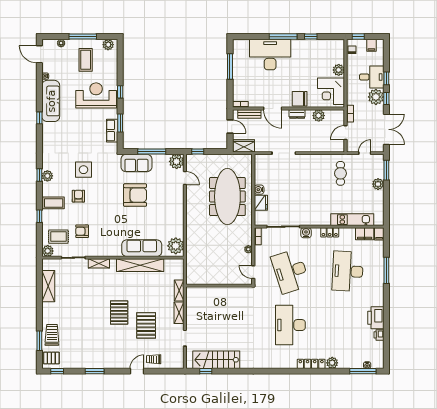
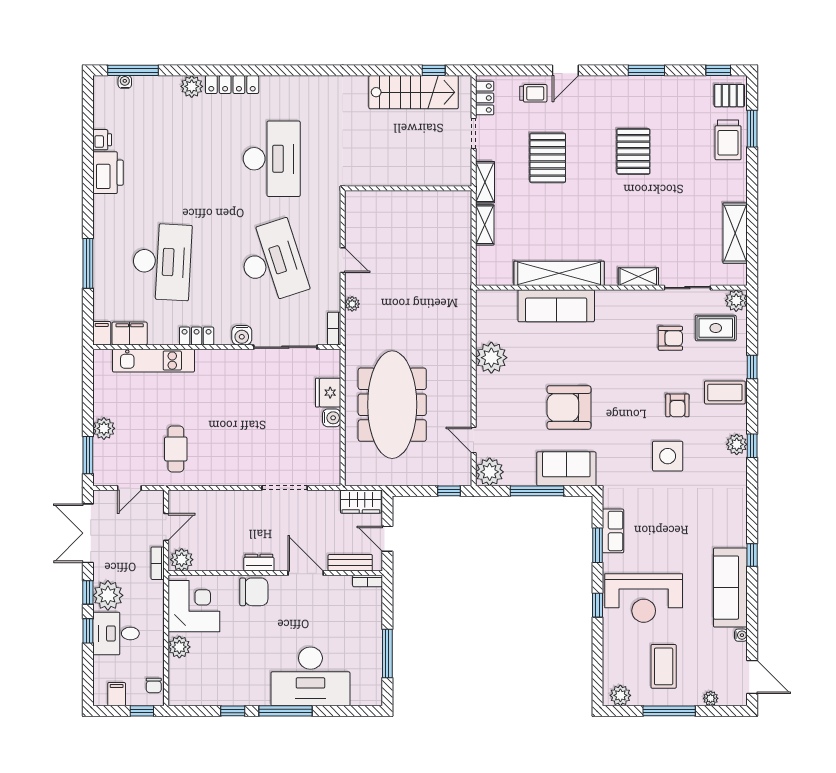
plant: (319, 116) -> (182, 560), moved
plant: (176, 246) -> (491, 358), moved
wall: (219, 286) -> (408, 188), moved
pallet: (119, 313) -> (633, 151), moved
locker: (179, 357) -> (485, 98), added

